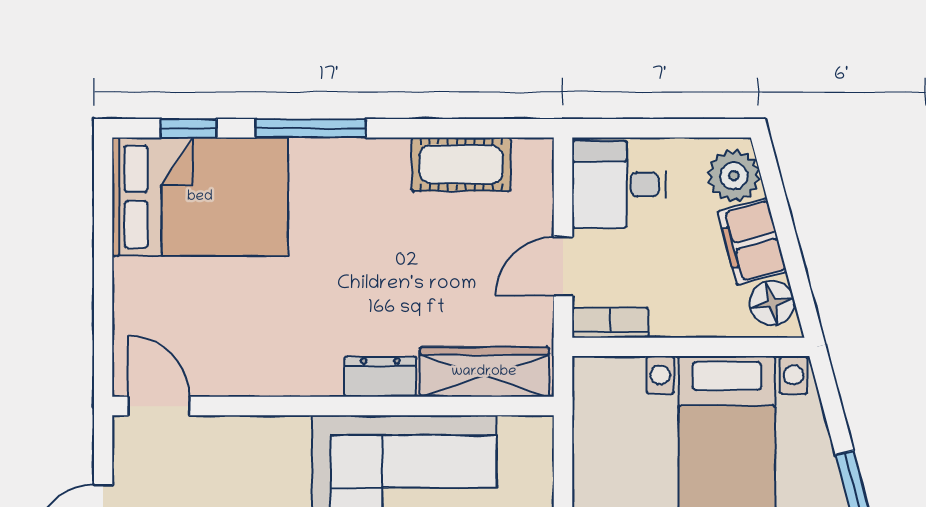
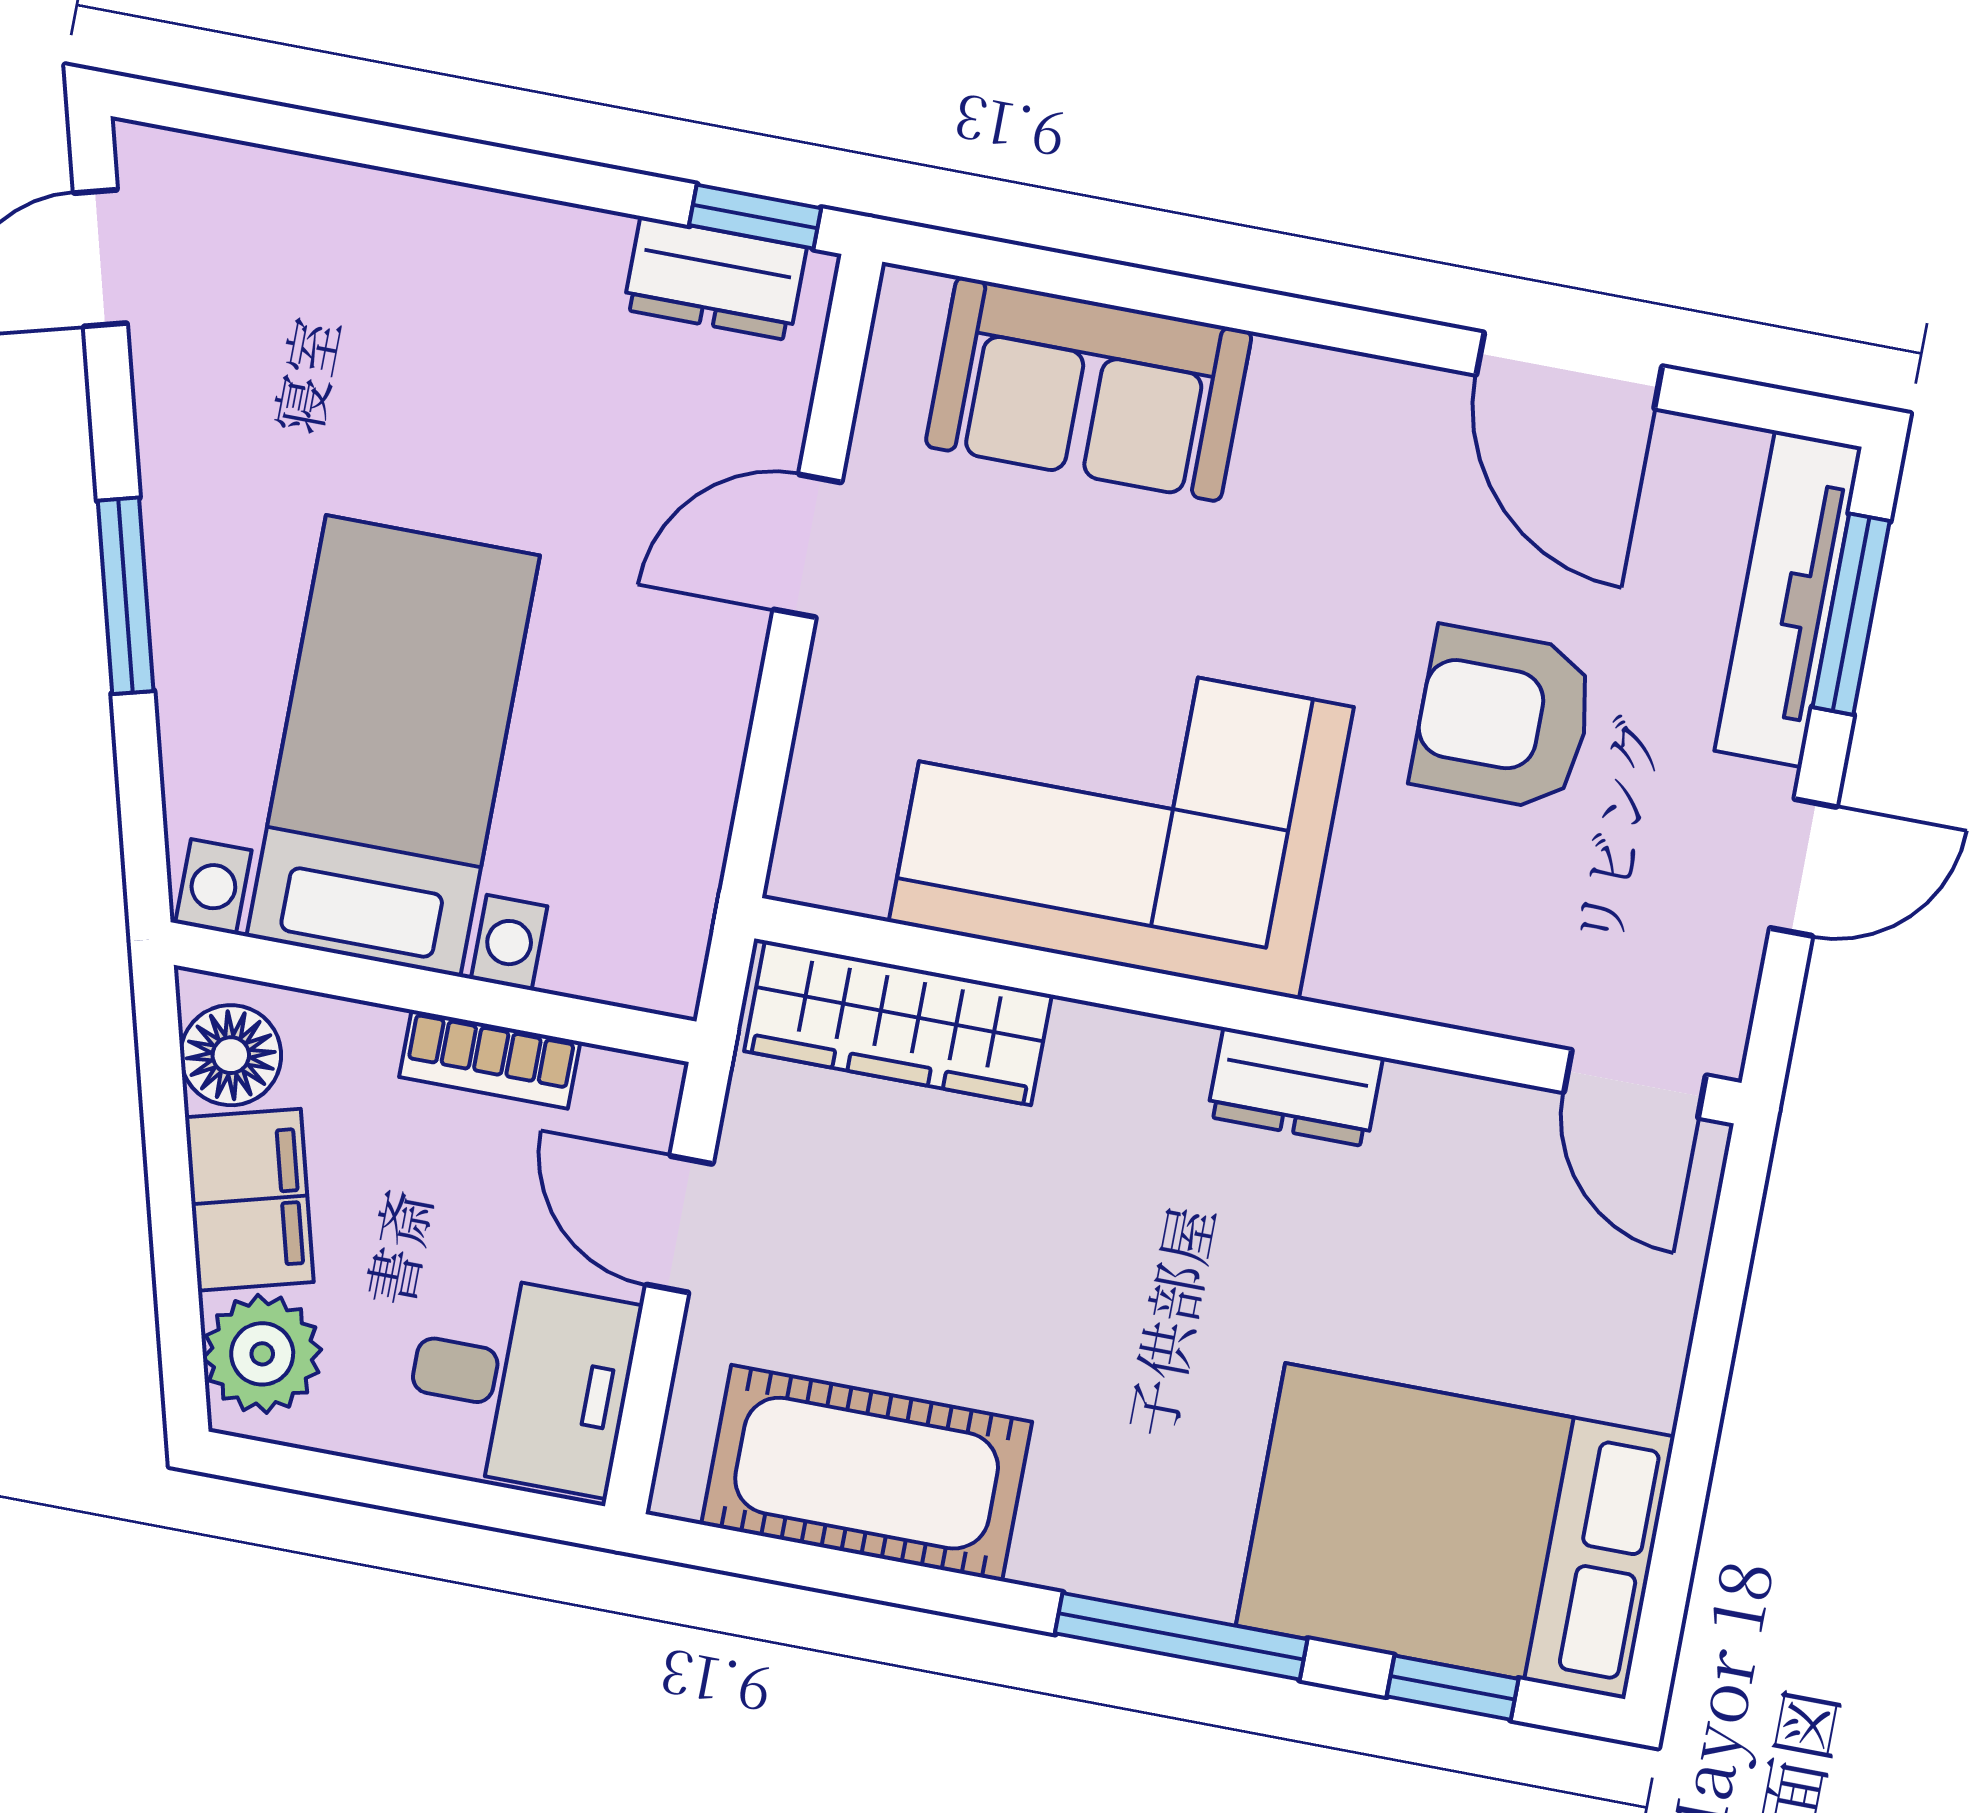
cot: (461, 164) -> (867, 1473), width x1.37, depth x1.34
door: (563, 266) -> (679, 1224), swing flipped
bookcase: (610, 323) -> (490, 1059), moved
dresser: (380, 377) -> (1295, 1087), moved

